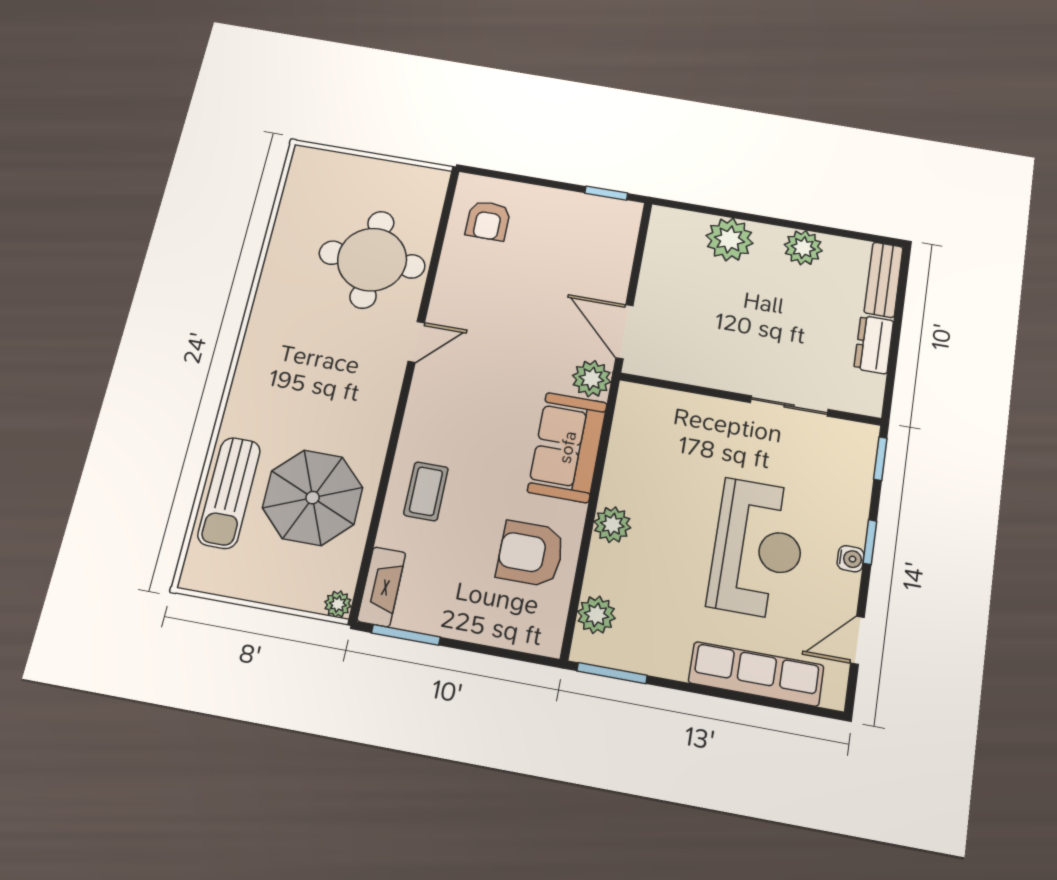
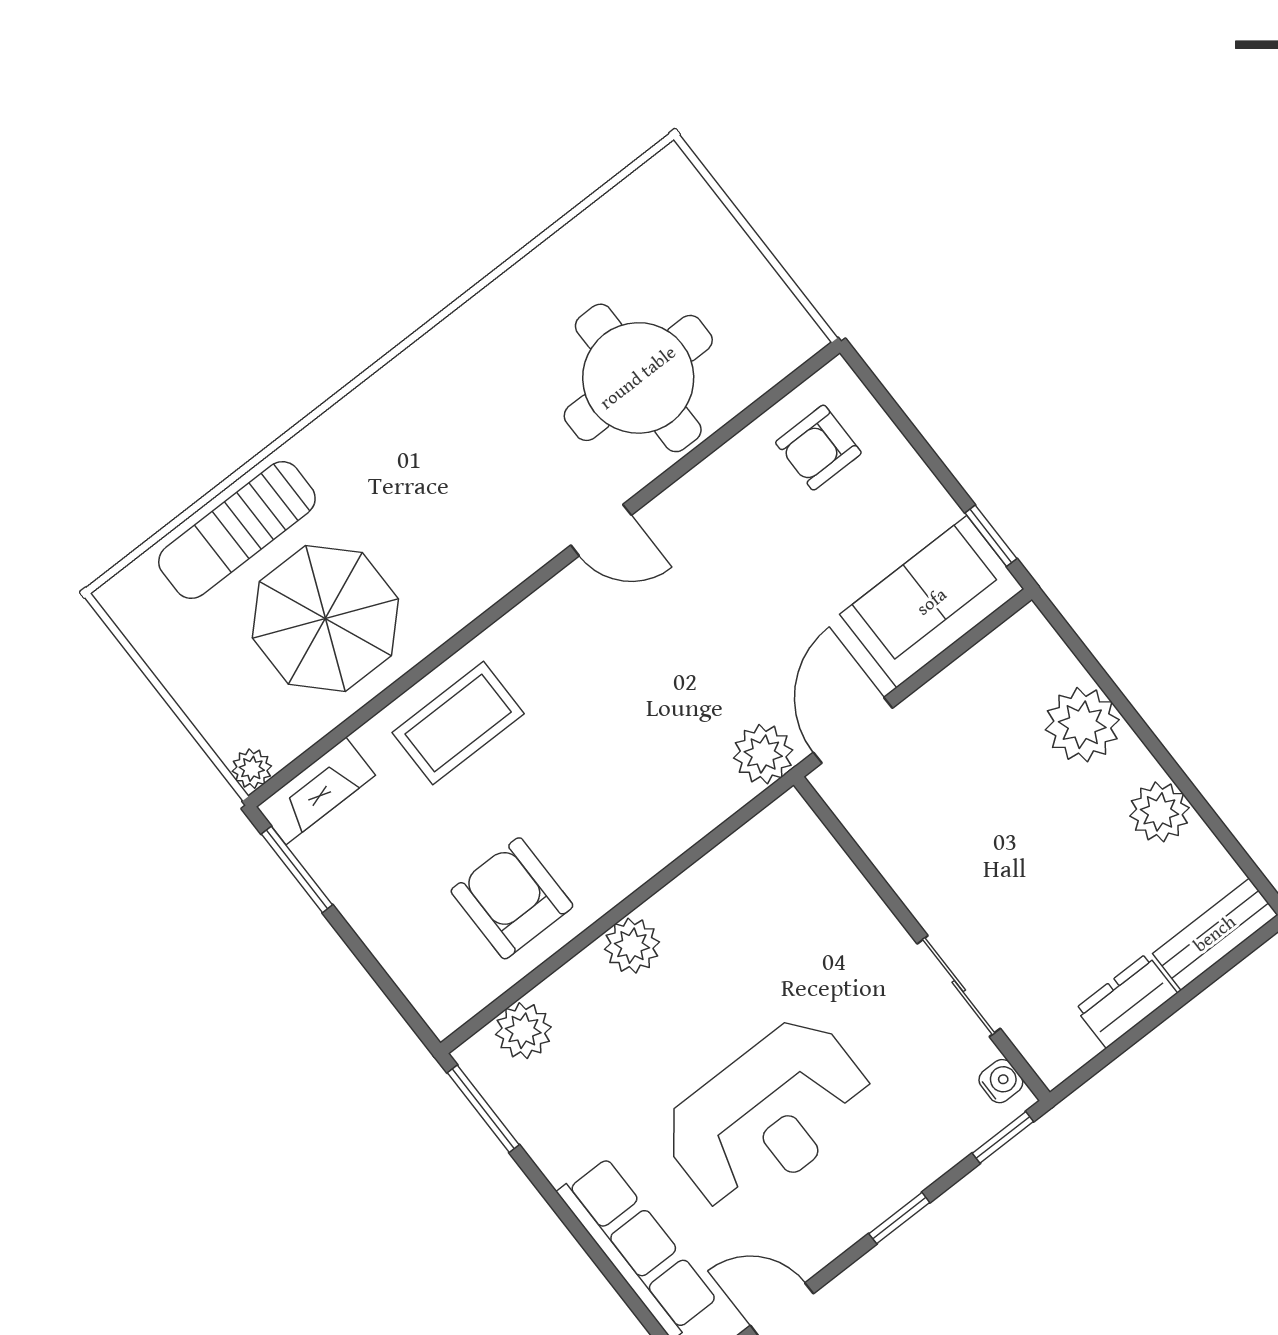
sofa: (567, 447) -> (932, 602), moved
coffee table: (426, 491) -> (458, 723), width x1.36, depth x1.30
water cooler: (850, 559) -> (1001, 1081), moved, turned -90

